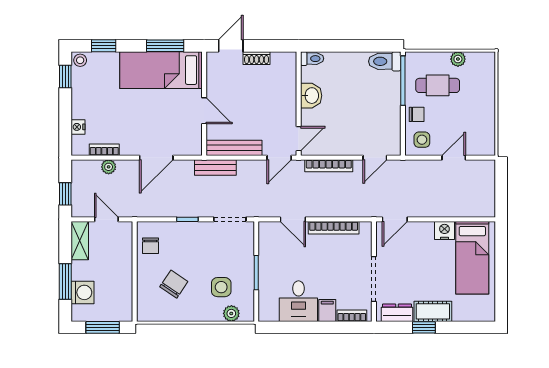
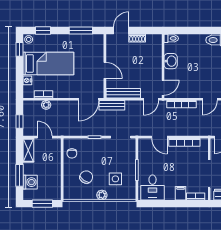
bed: (161, 70) -> (48, 64), moved, turned 180
door: (156, 158) -> (88, 99), moved
desk: (298, 301) -> (153, 187), moved
plant: (231, 313) -> (102, 195), moved

